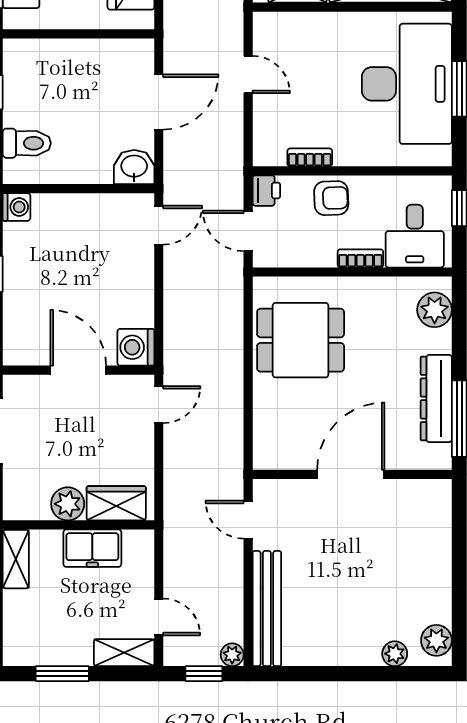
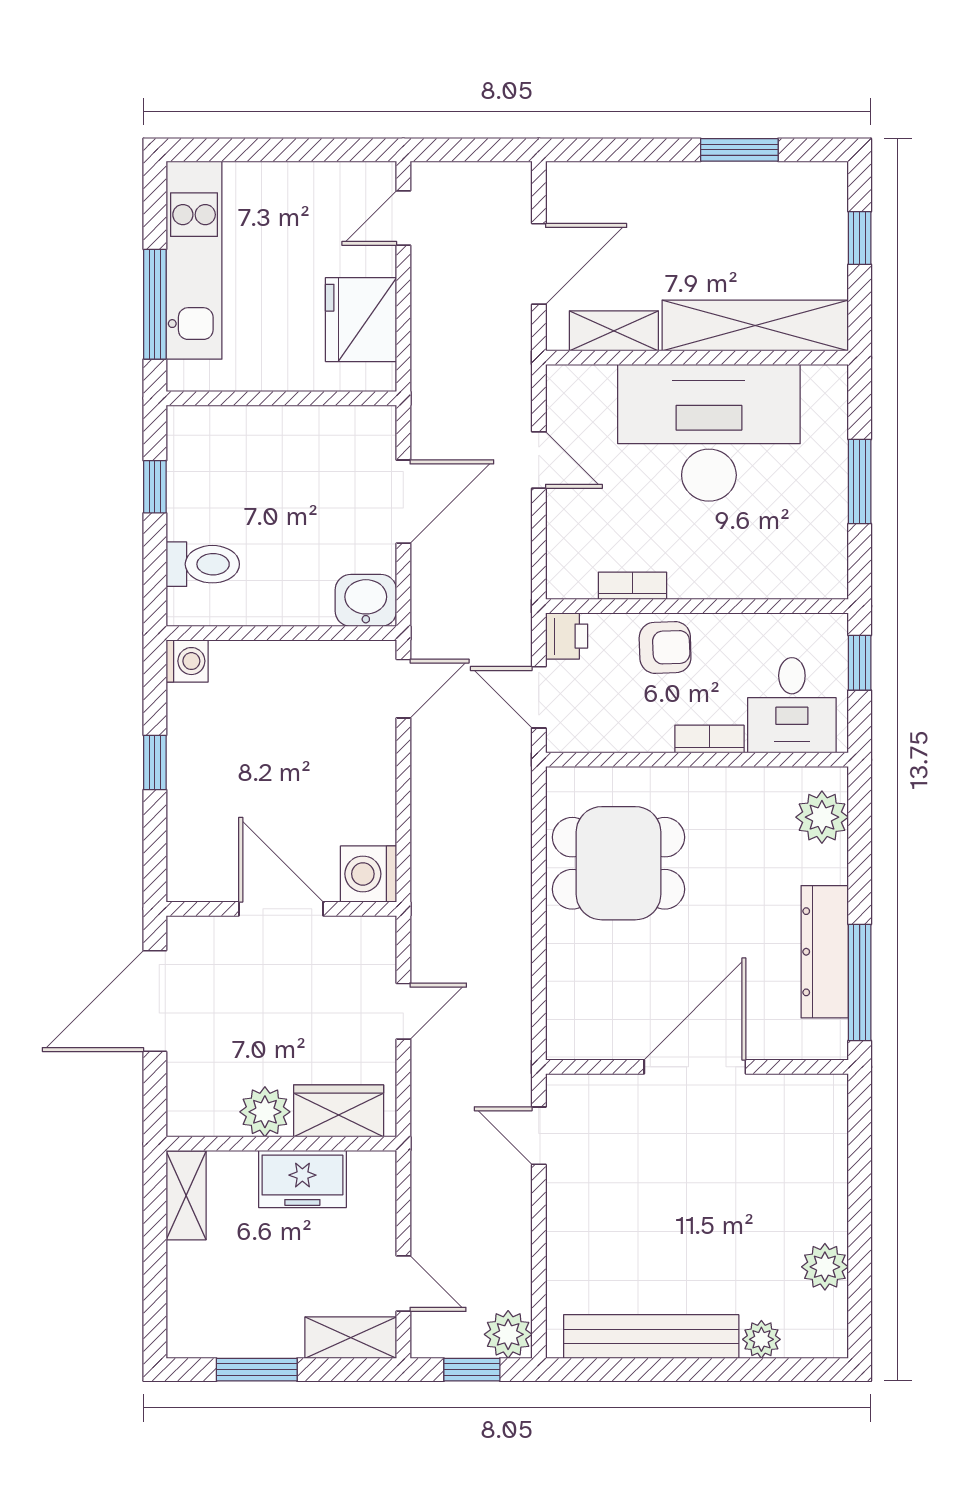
desk: (407, 84) -> (709, 433), moved, turned -90
door: (159, 405) -> (403, 1011), moved
bench: (267, 609) -> (651, 1336), moved, turned 90
plant: (436, 640) -> (825, 1267), moved
plant: (232, 655) -> (508, 1334), width x1.38, depth x1.38

